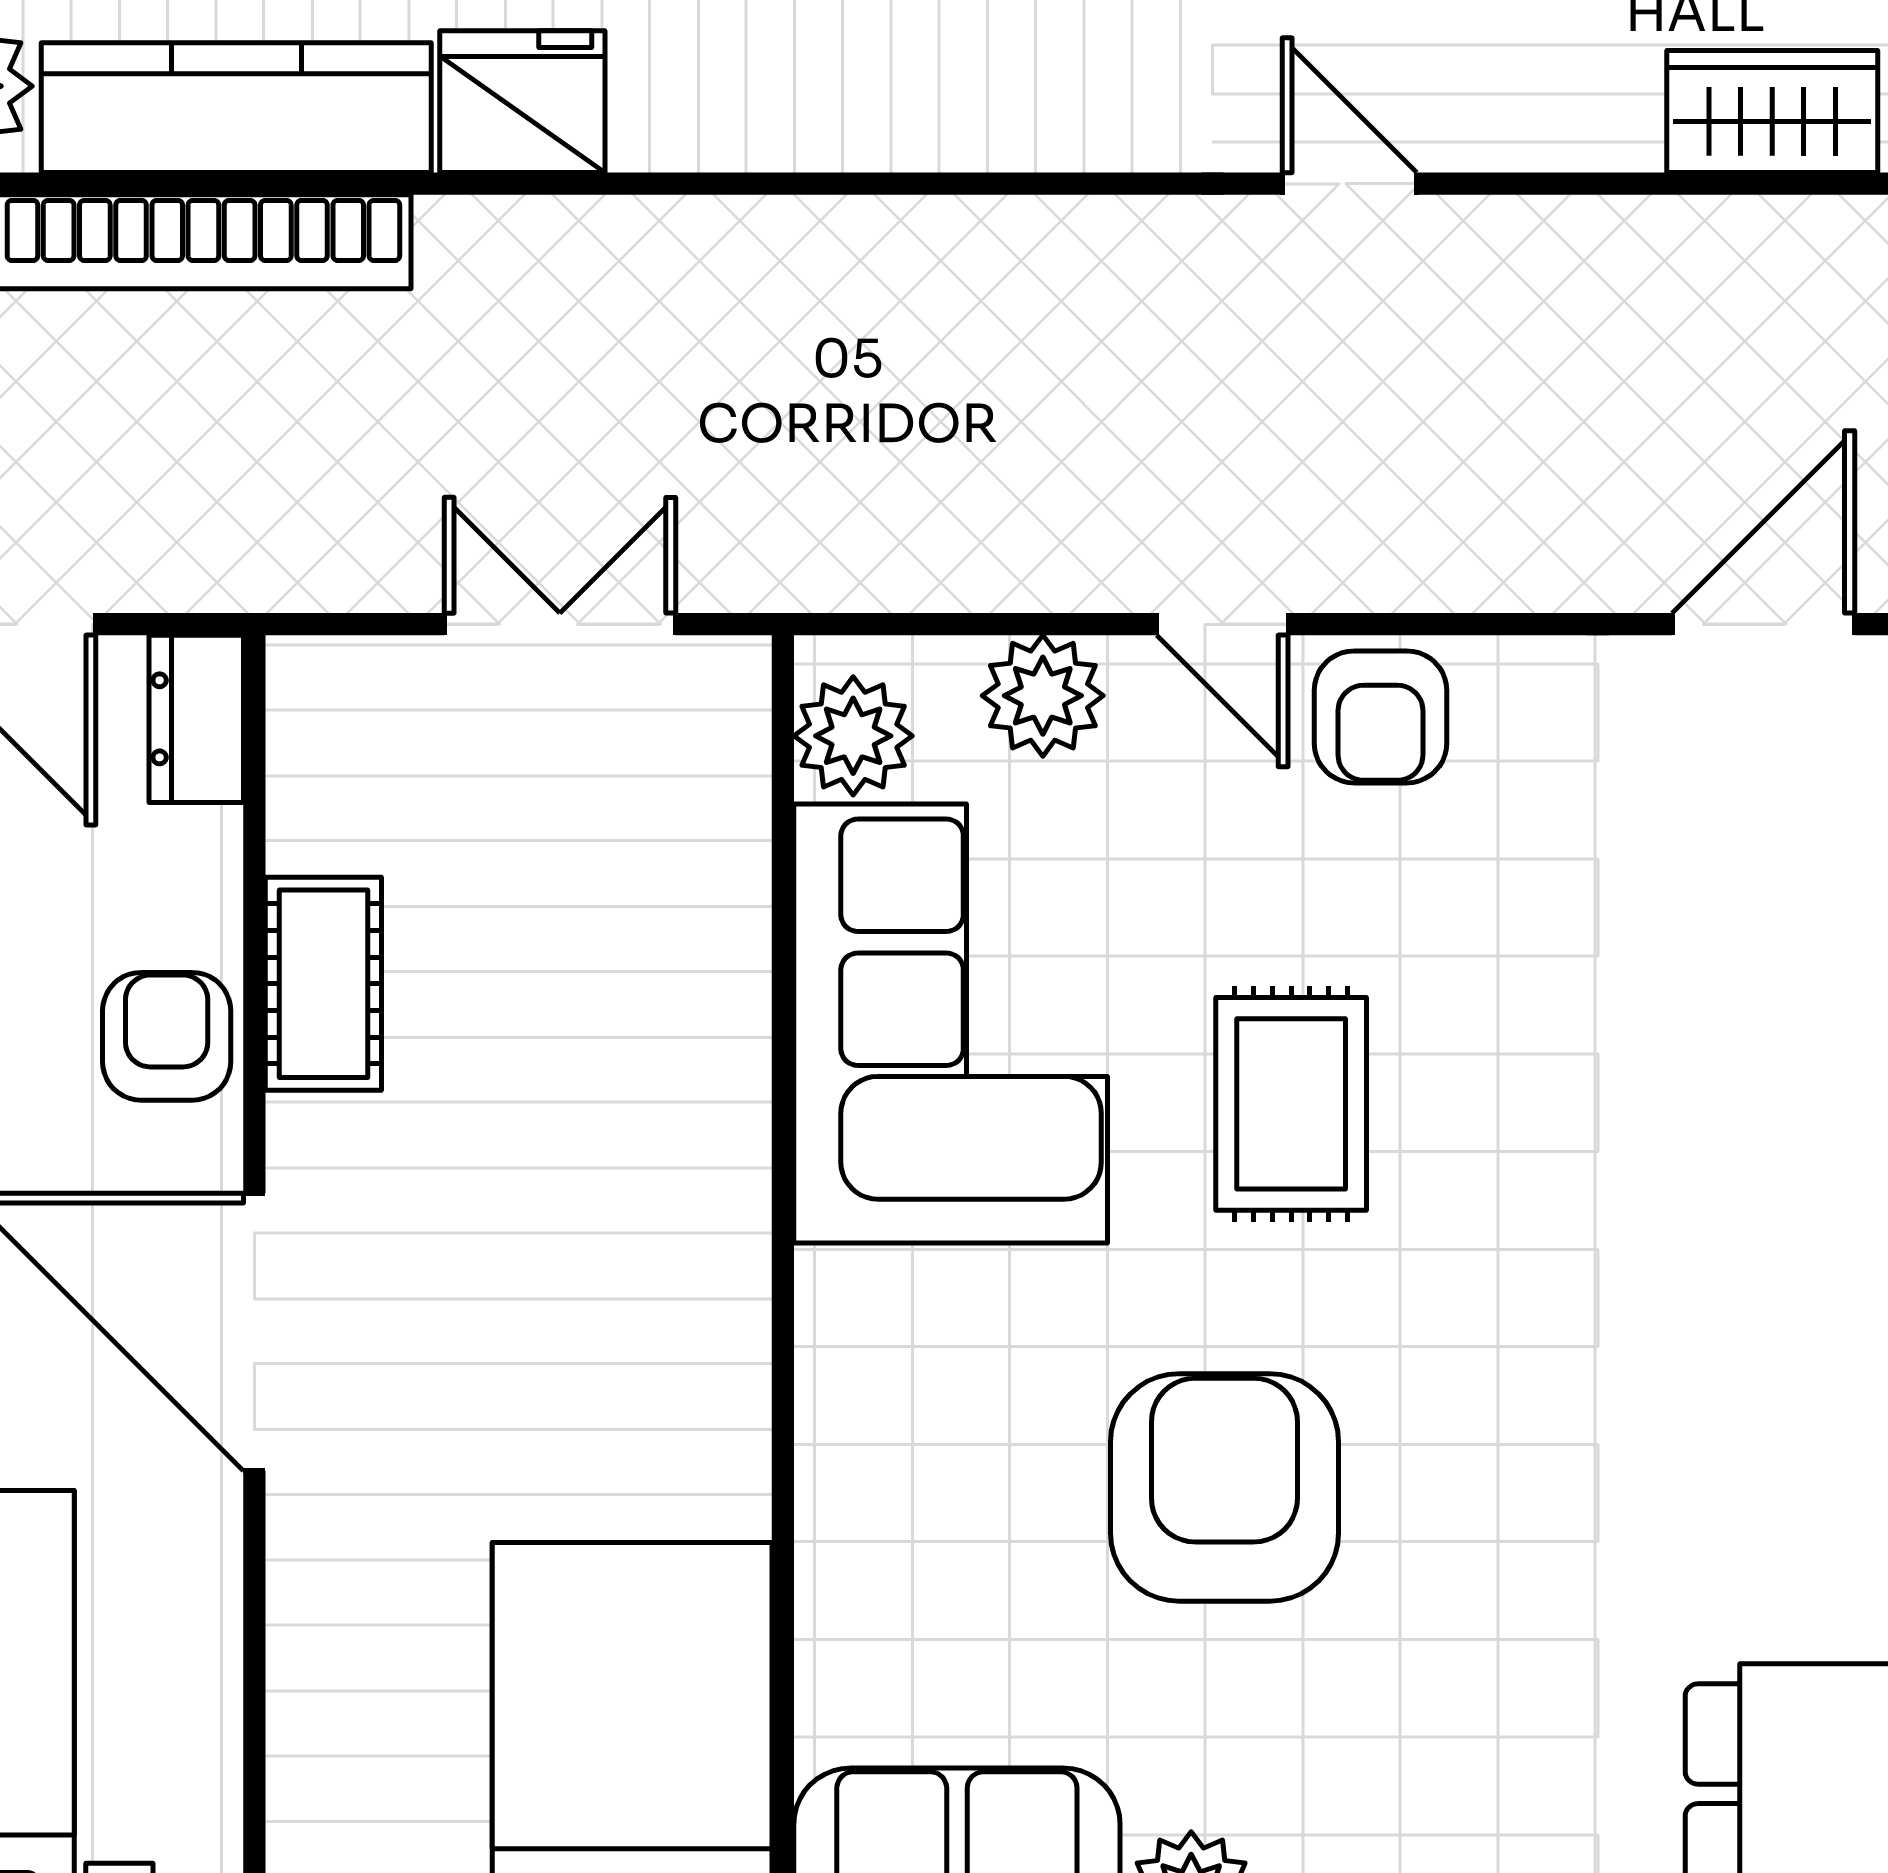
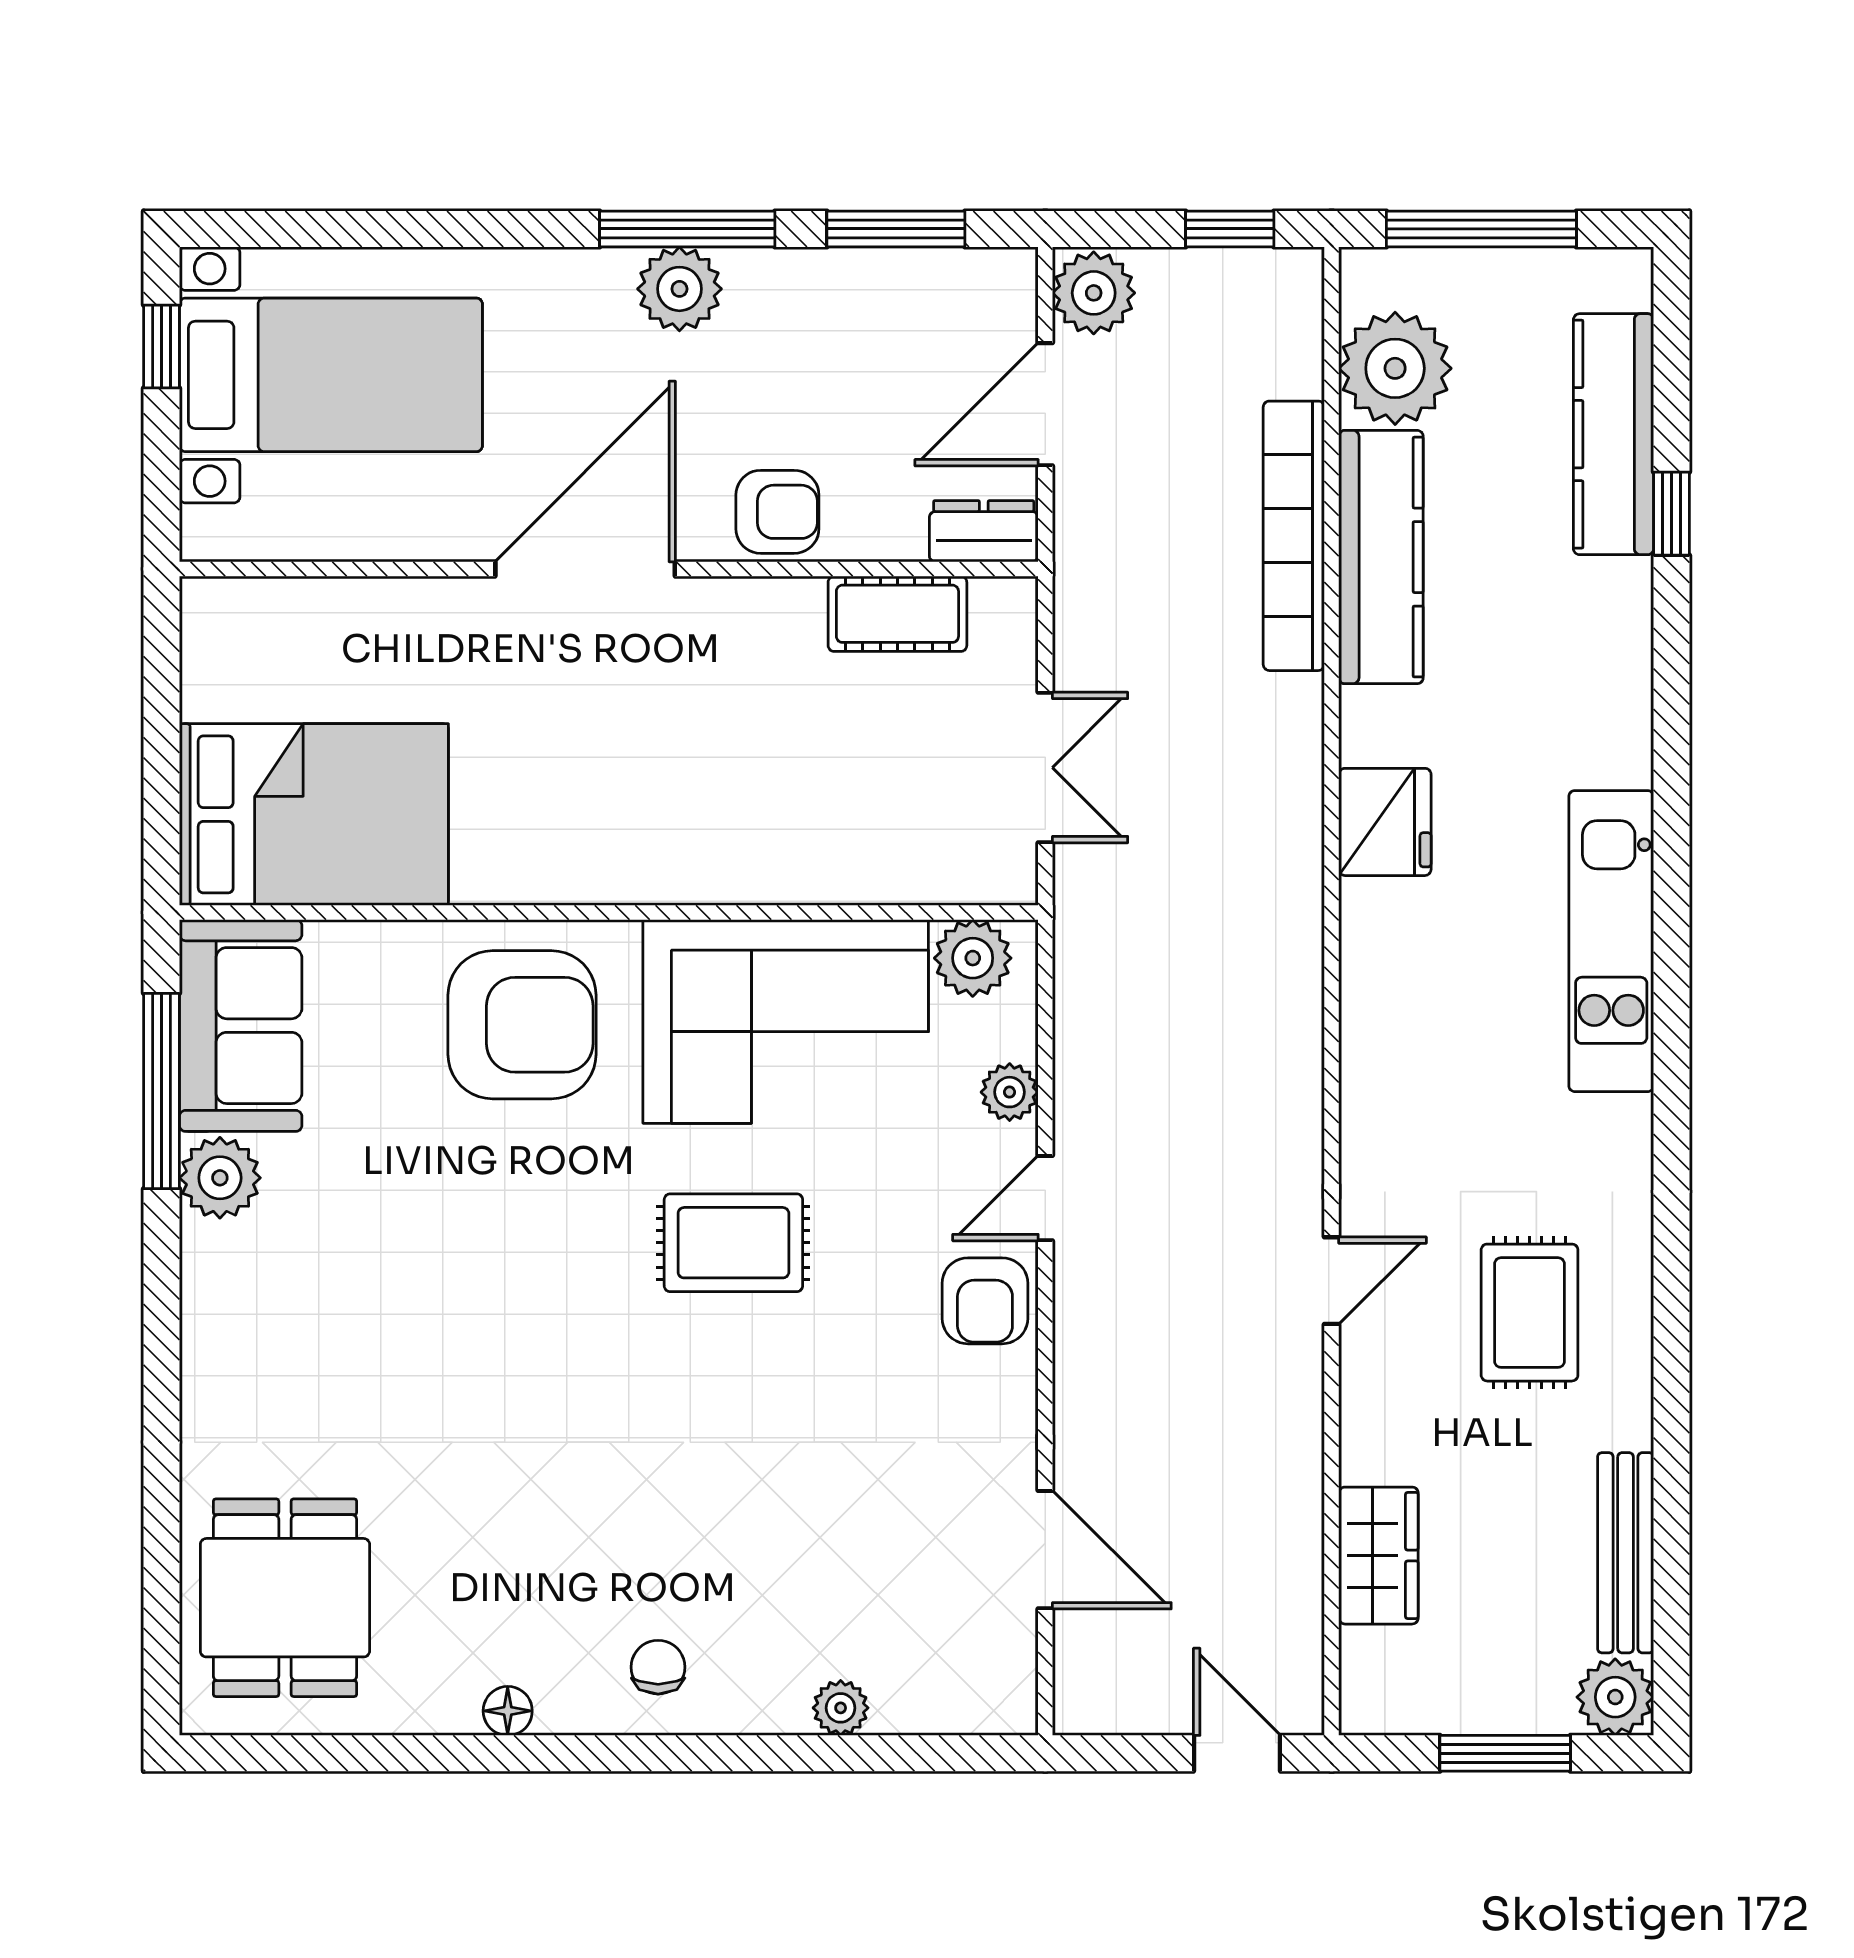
fridge: (522, 102) -> (1385, 822), moved
plant: (1043, 696) -> (1010, 1092), width x0.73, depth x0.73
armchair: (1380, 717) -> (985, 1301), turned -90
cot: (323, 984) -> (897, 614), moved
armchair: (1224, 1487) -> (522, 1025), moved

